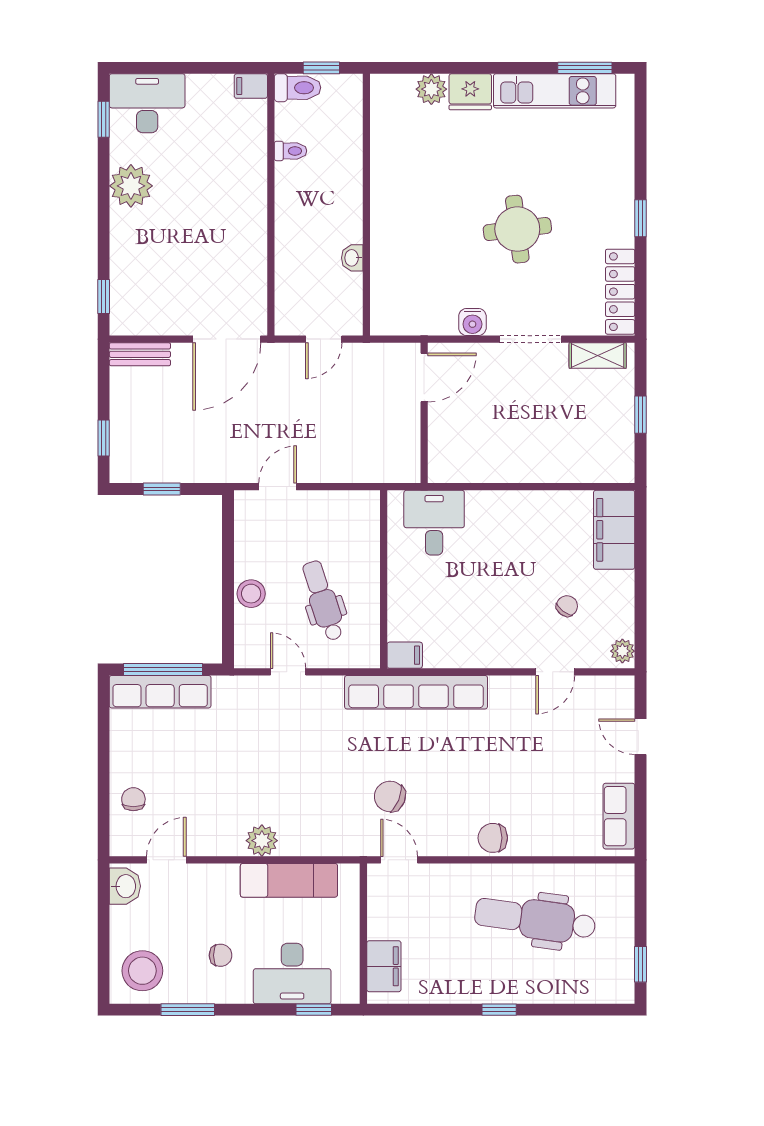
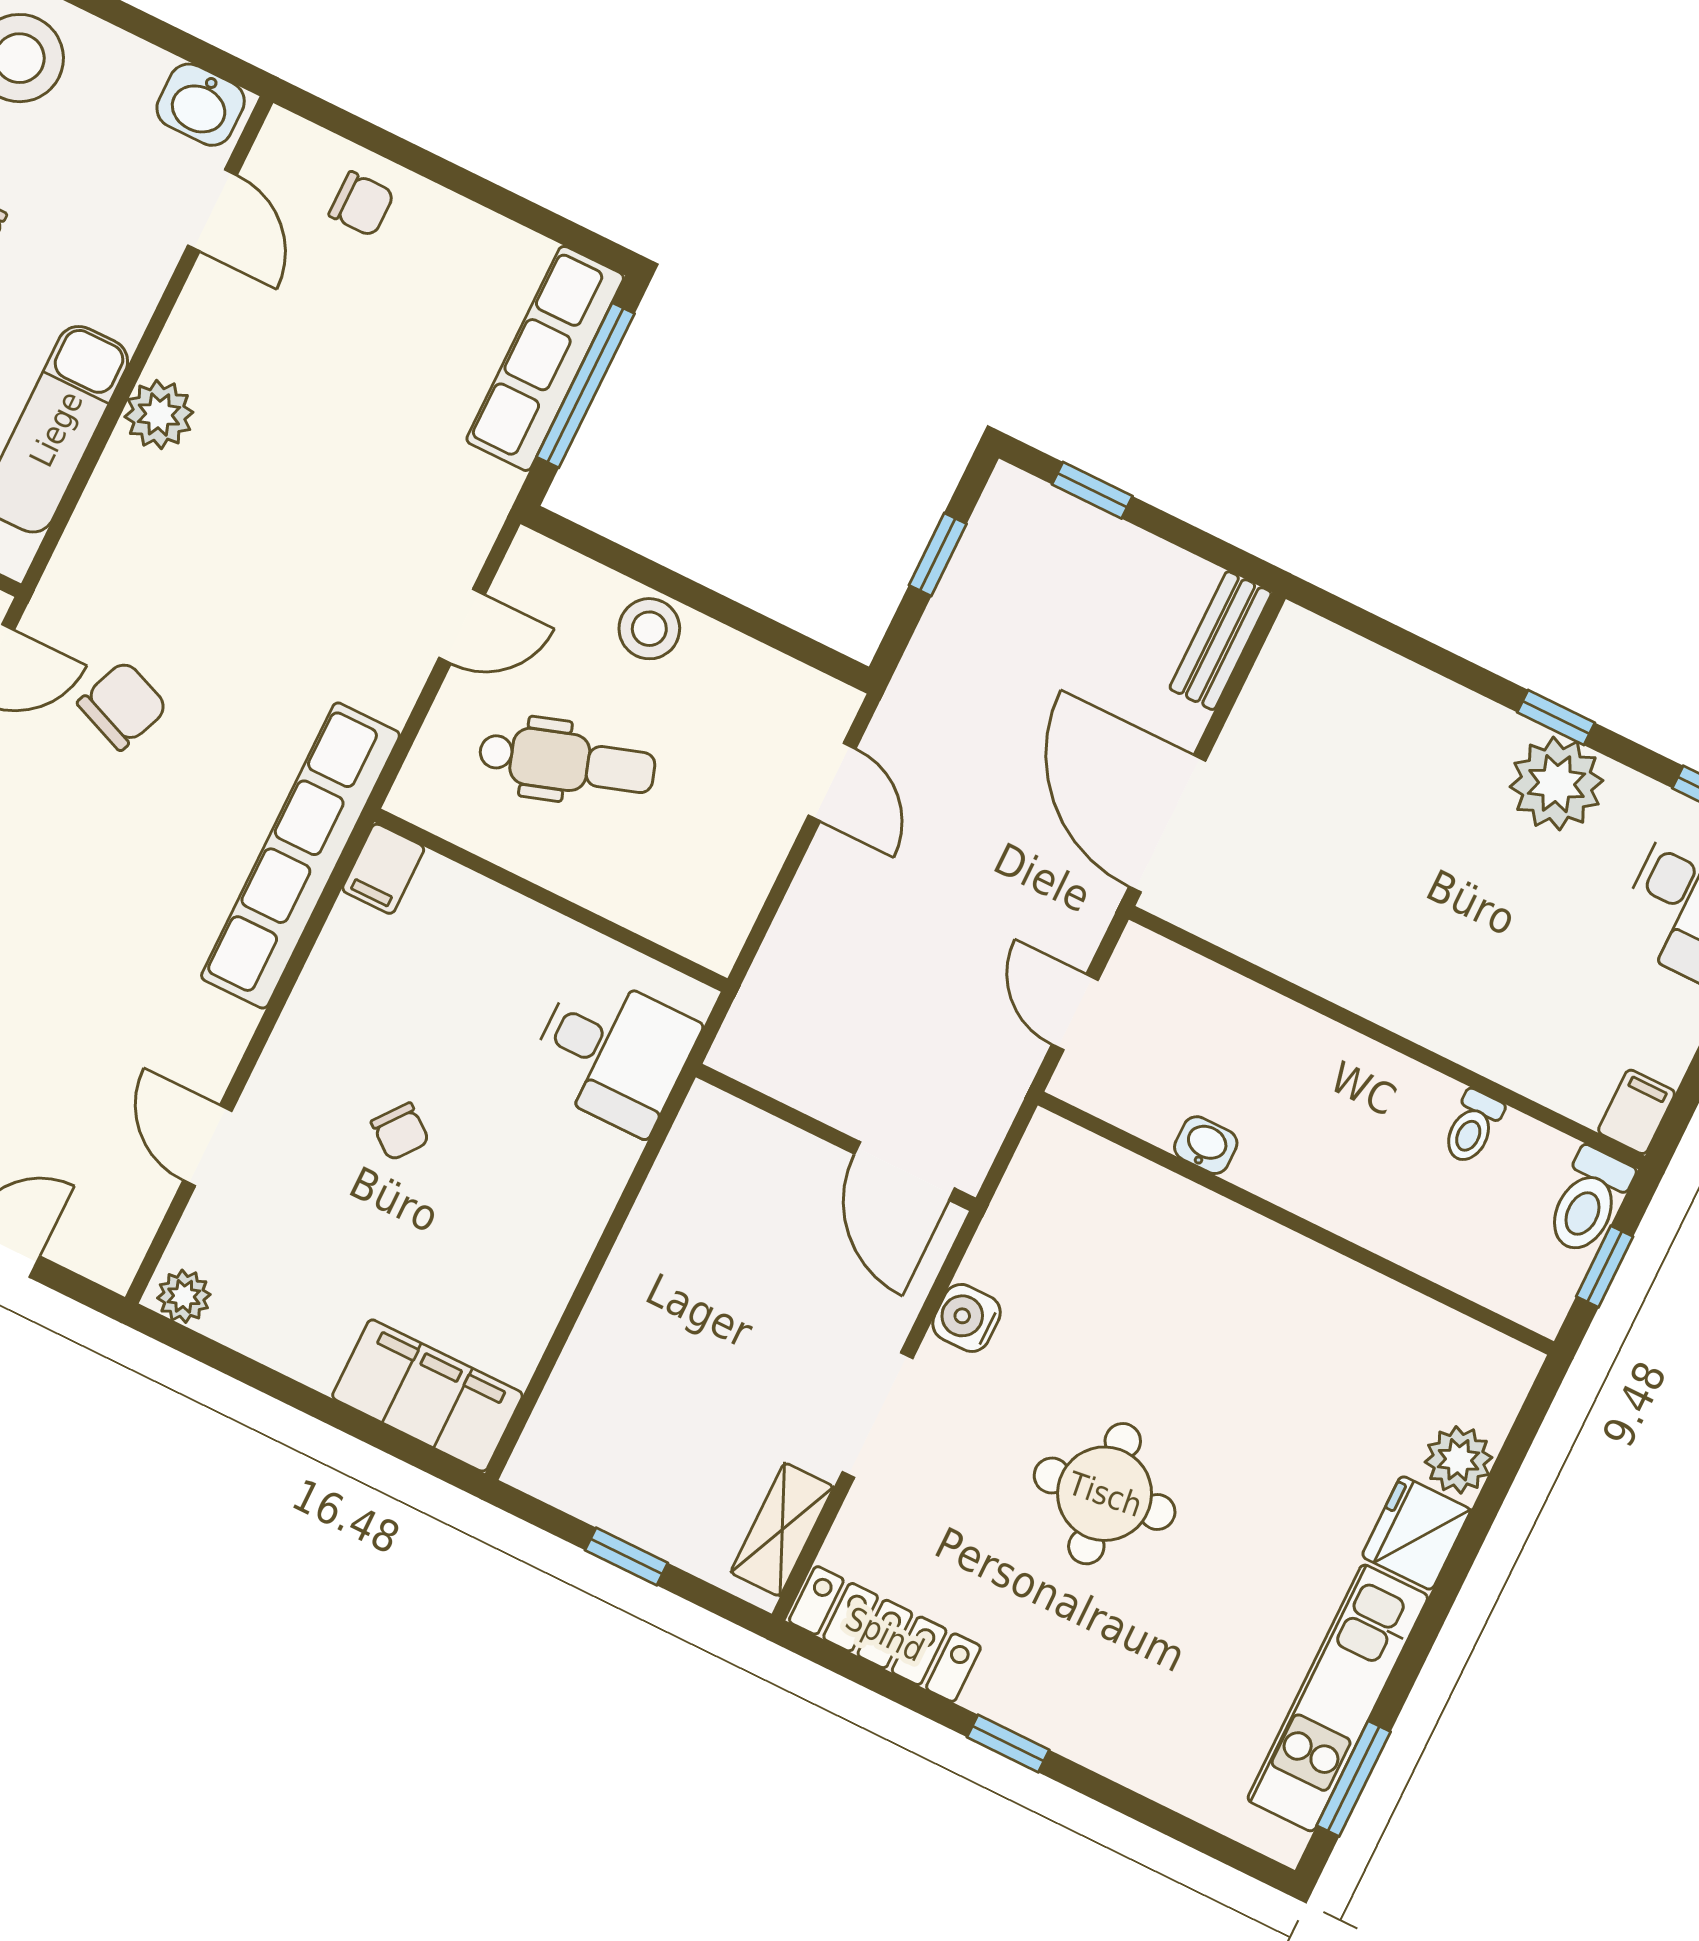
window: (104, 297) -> (1556, 717), moved
chair: (567, 606) -> (400, 1132), moved

